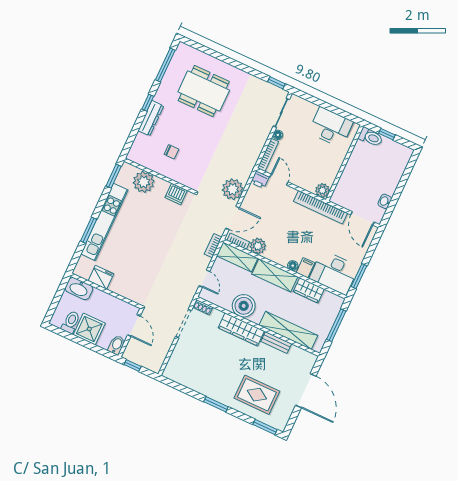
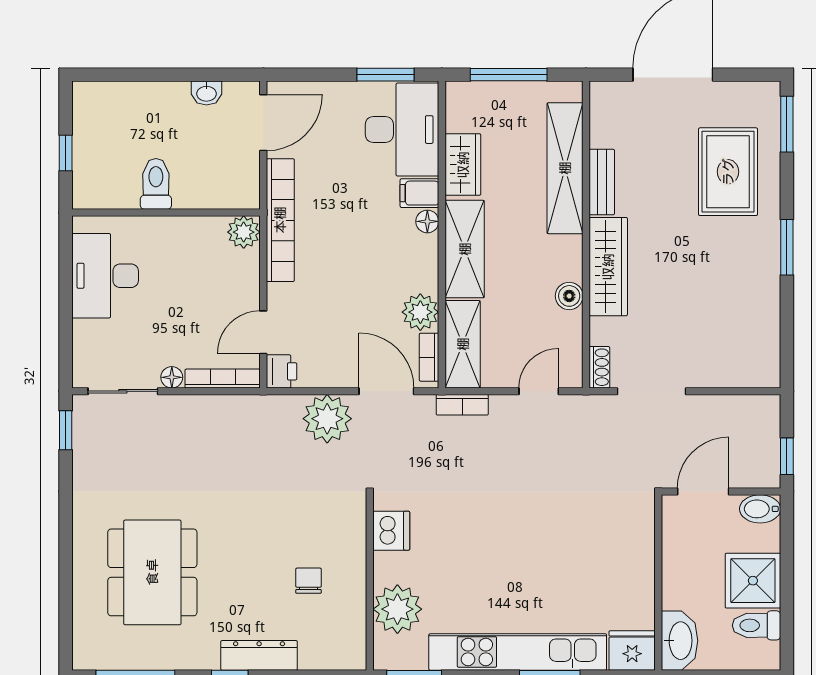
toilet: (371, 137) -> (156, 184), moved
fridge: (101, 277) -> (632, 650), moved, turned 90
boiler: (244, 306) -> (569, 296), width x0.54, depth x0.54

